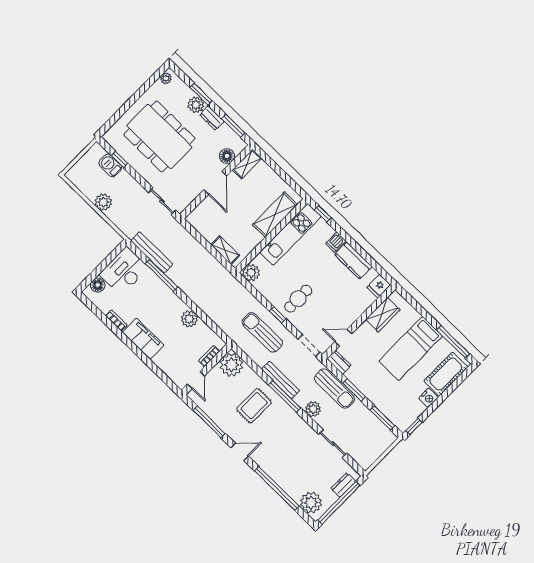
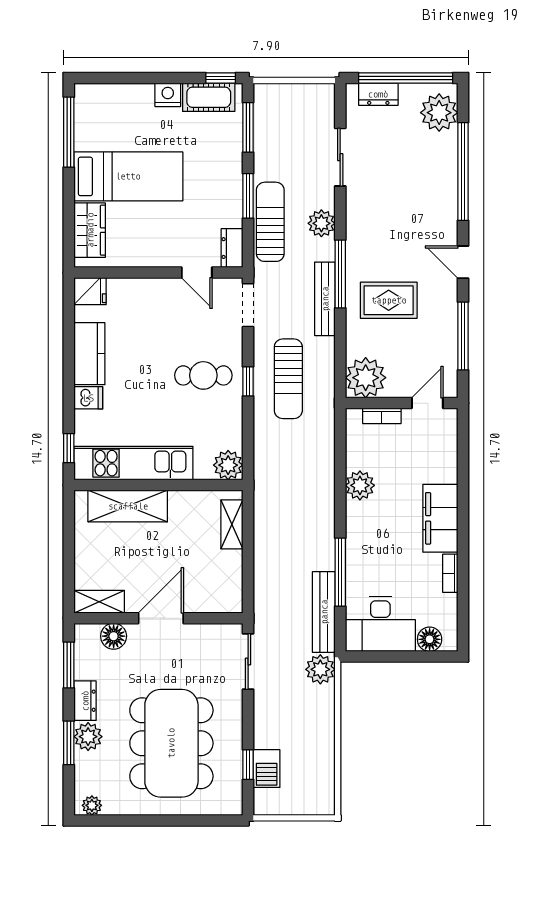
plant: (103, 202) -> (320, 669), moved
wardrobe: (383, 315) -> (90, 230), moved, turned 90
cot: (446, 374) -> (209, 97), moved, width x0.73, depth x0.75

